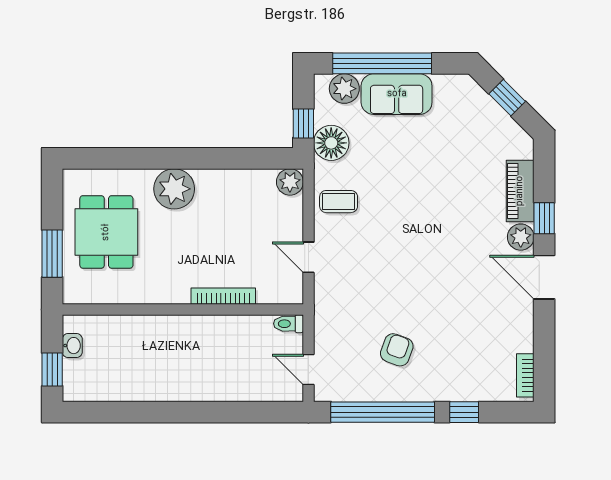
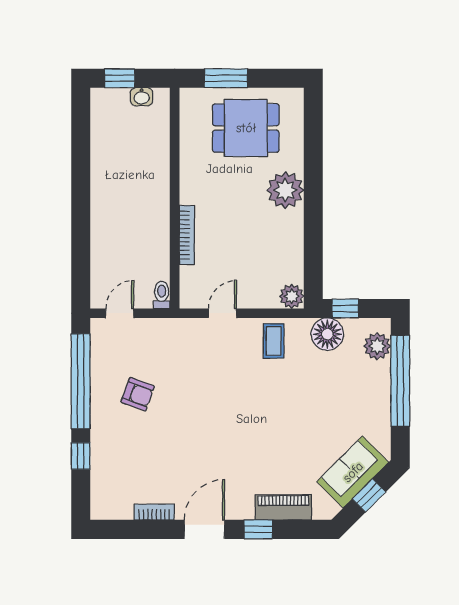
sofa: (397, 94) -> (353, 472), moved, turned 45
plant: (521, 237) -> (241, 508), removed
bookcase: (525, 375) -> (154, 512), moved

